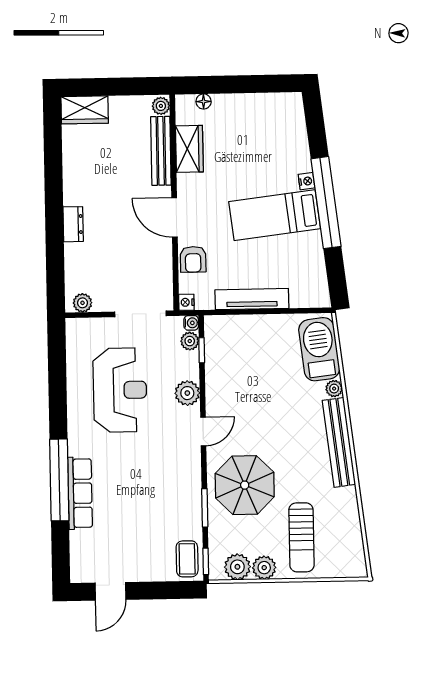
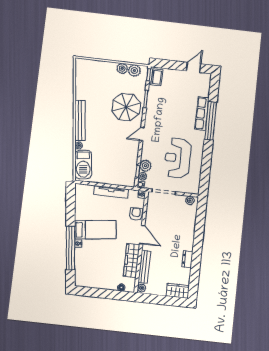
wardrobe: (189, 149) -> (132, 260), width x1.50
window: (326, 203) -> (70, 248), moved
dresser: (73, 224) -> (187, 259), moved
plant: (187, 393) -> (145, 166), moved
sun lounger: (301, 537) -> (103, 80), removed

